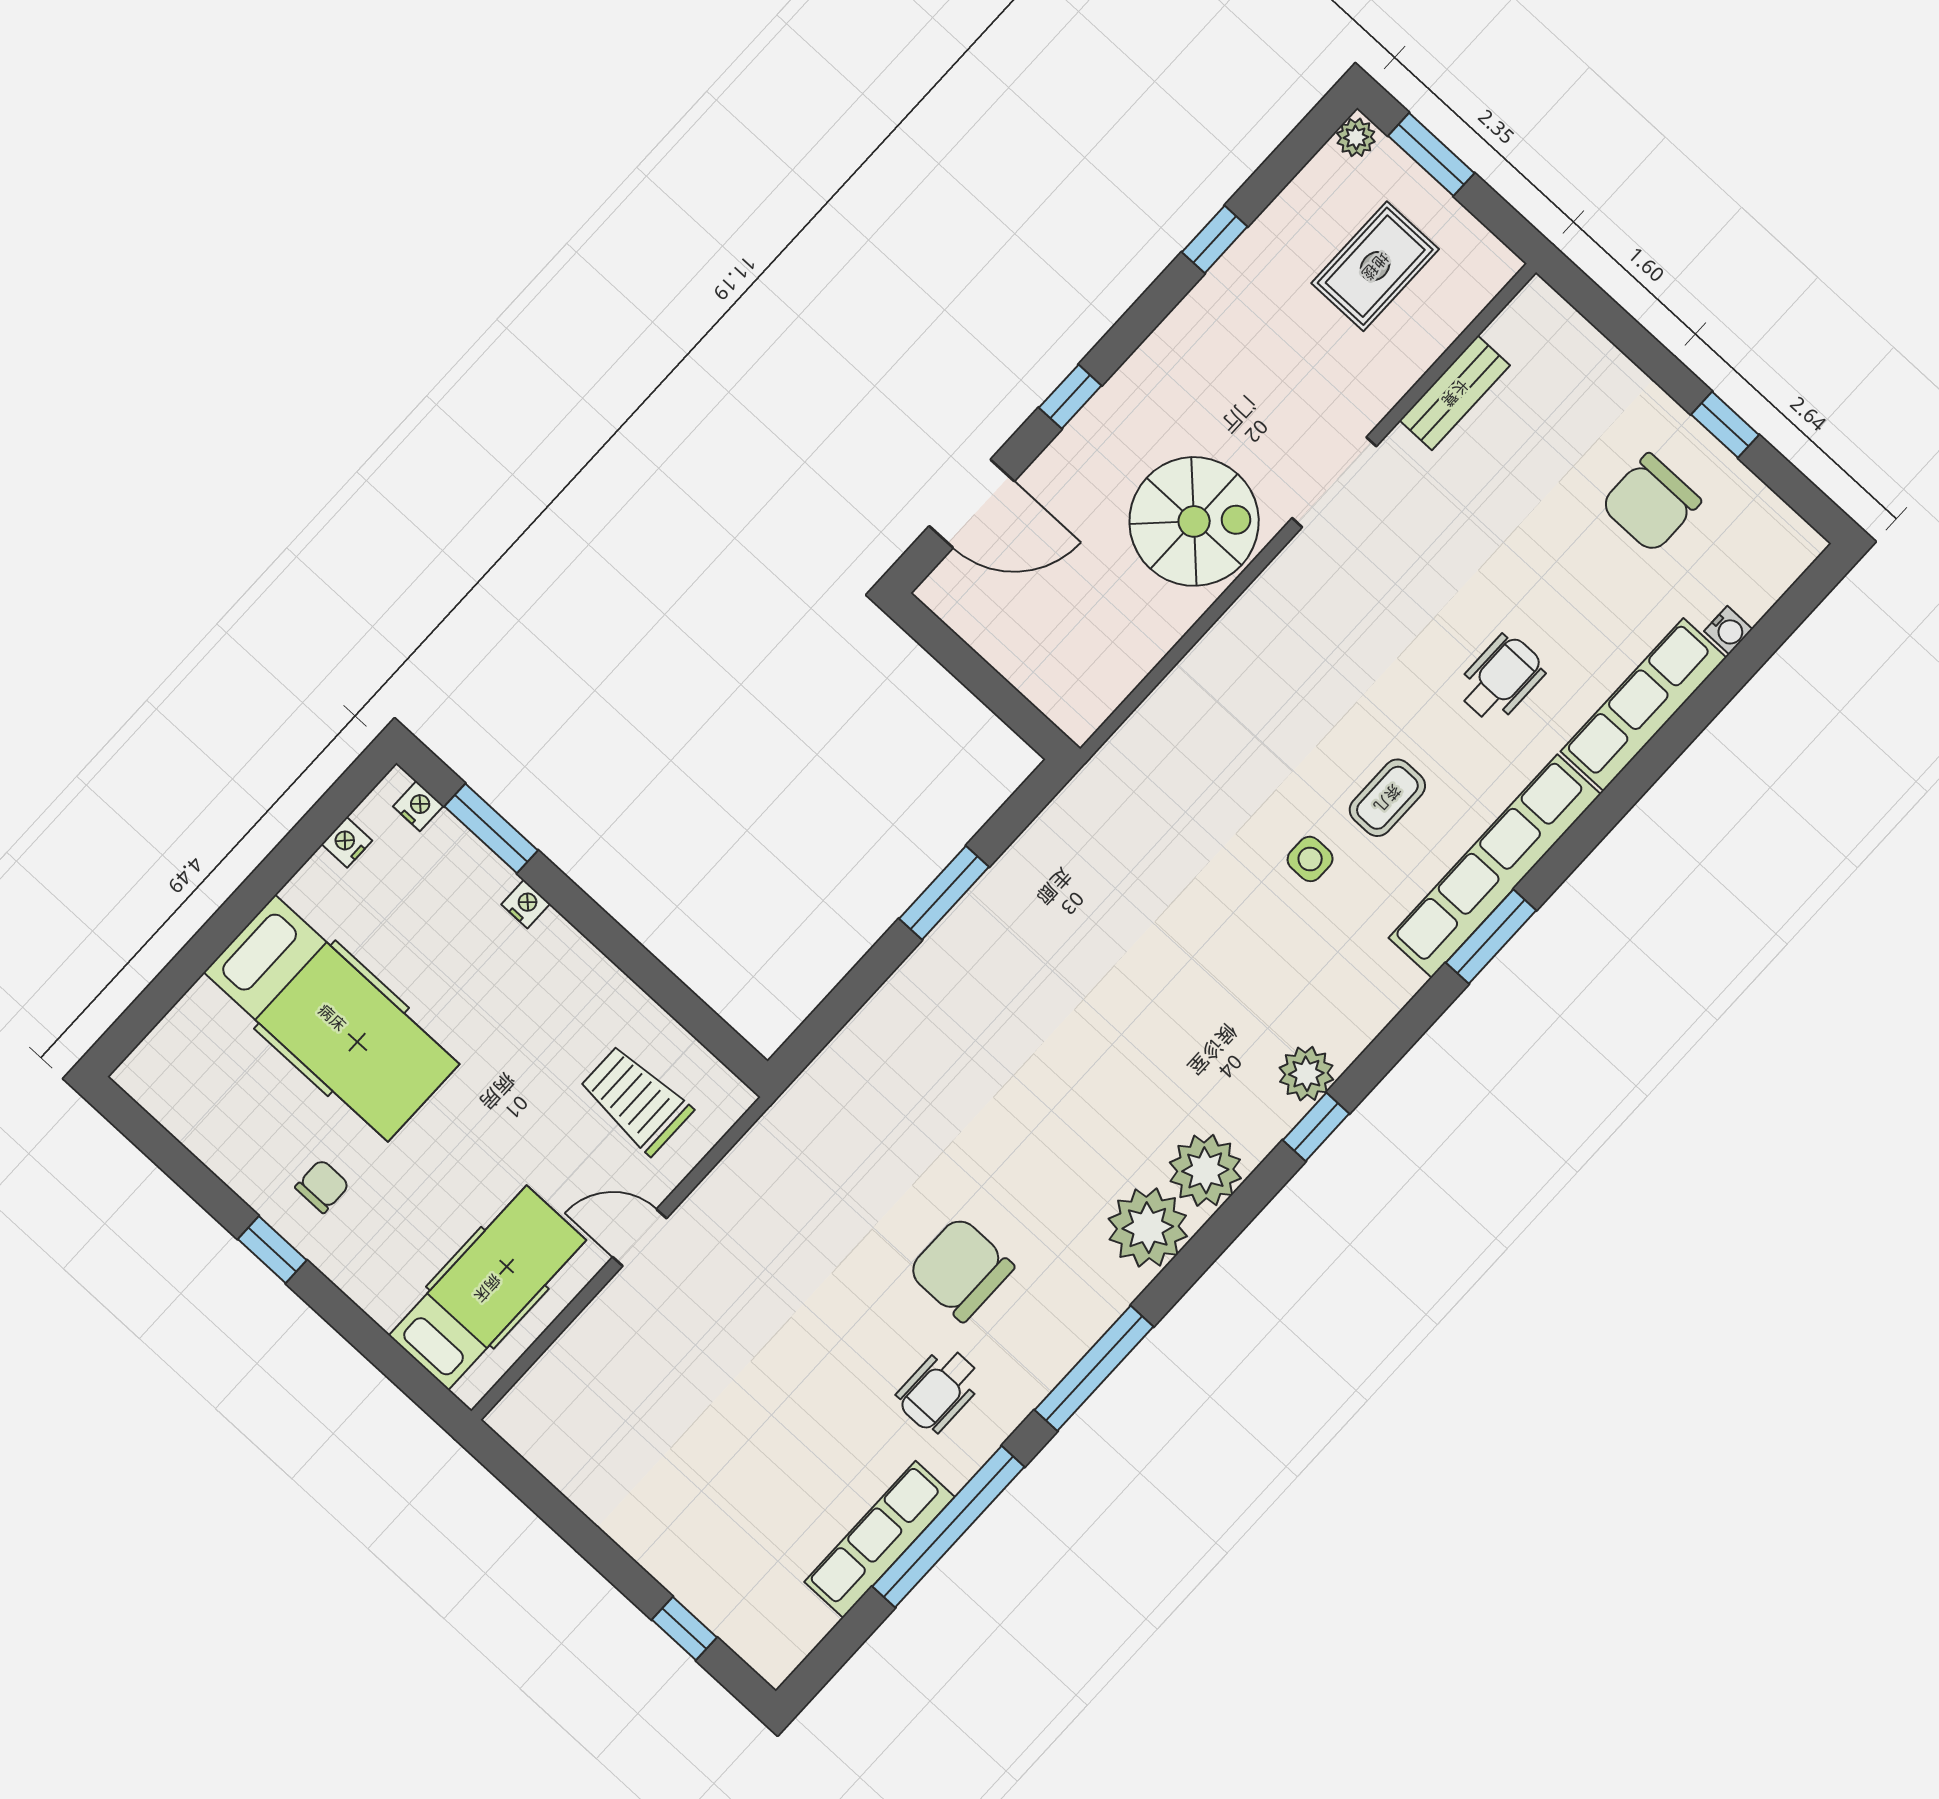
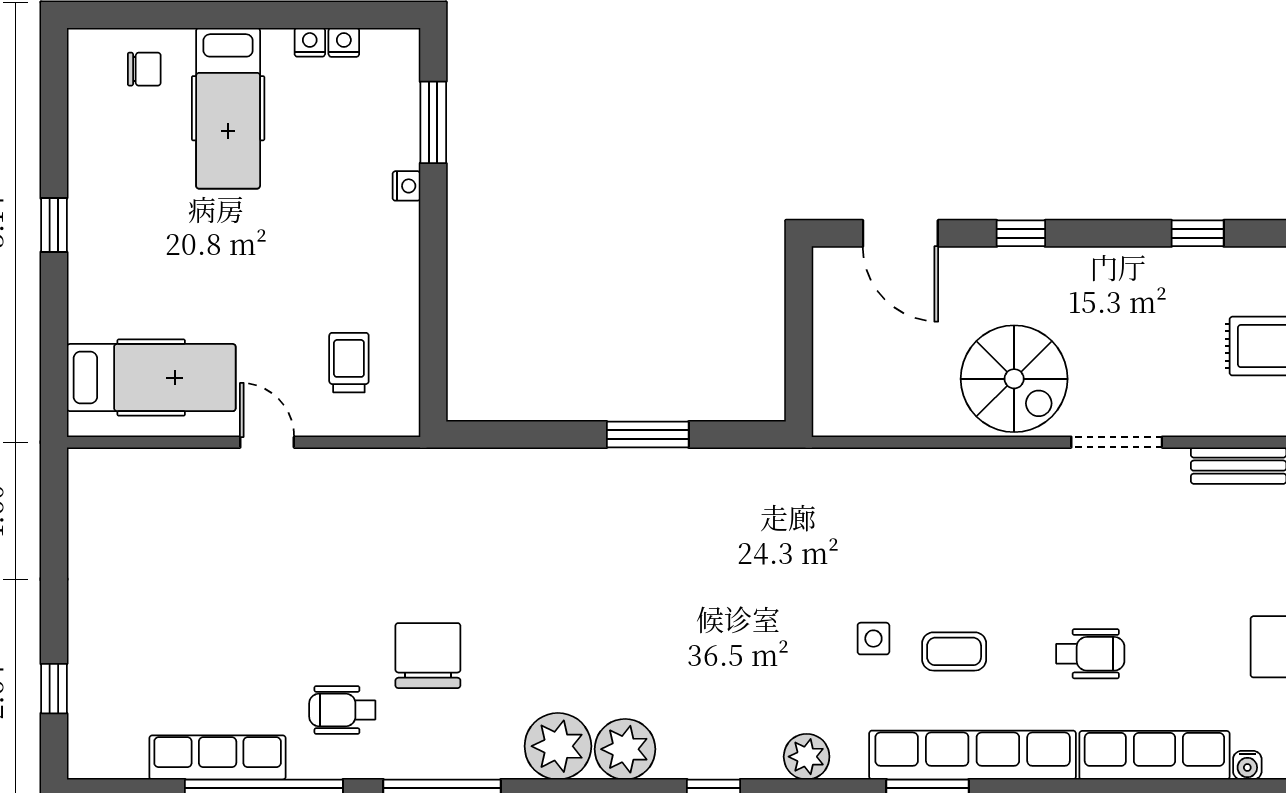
nightstand: (418, 806) -> (310, 42), moved, turned -90
hospital bed: (332, 1018) -> (228, 108), width x0.73, depth x0.78
plant: (1306, 1074) -> (807, 757), moved
trolley: (636, 1100) -> (349, 363), width x0.73, depth x0.72
chair: (322, 1186) -> (144, 69), moved

